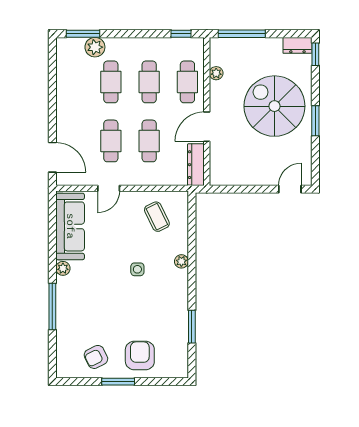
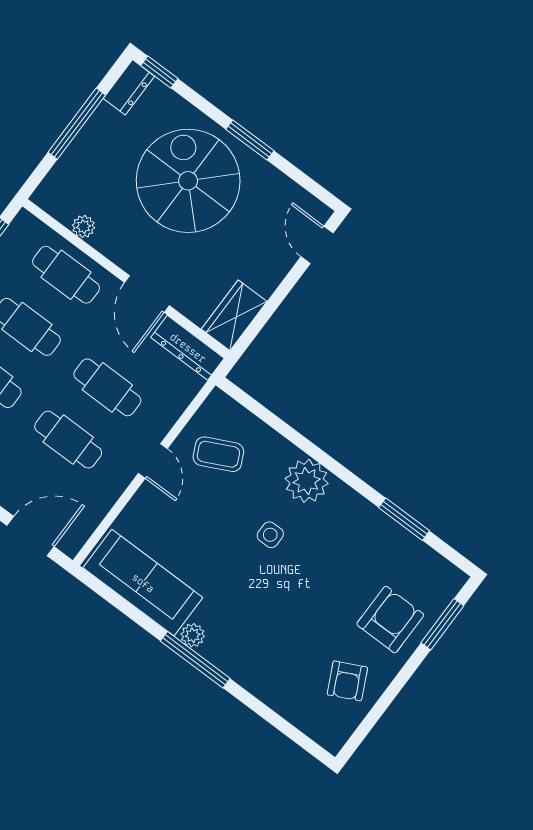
window: (242, 34) -> (77, 124), moved
spiral stairs: (274, 106) -> (188, 181), turned 90
wardrobe: (228, 175) -> (234, 315), added
door: (109, 188) -> (153, 461), moved
plant: (181, 261) -> (307, 481), width x1.87, depth x1.87
window: (52, 307) -> (195, 660), moved
armchair: (140, 355) -> (390, 620), turned 90
window: (118, 382) -> (442, 624), moved

